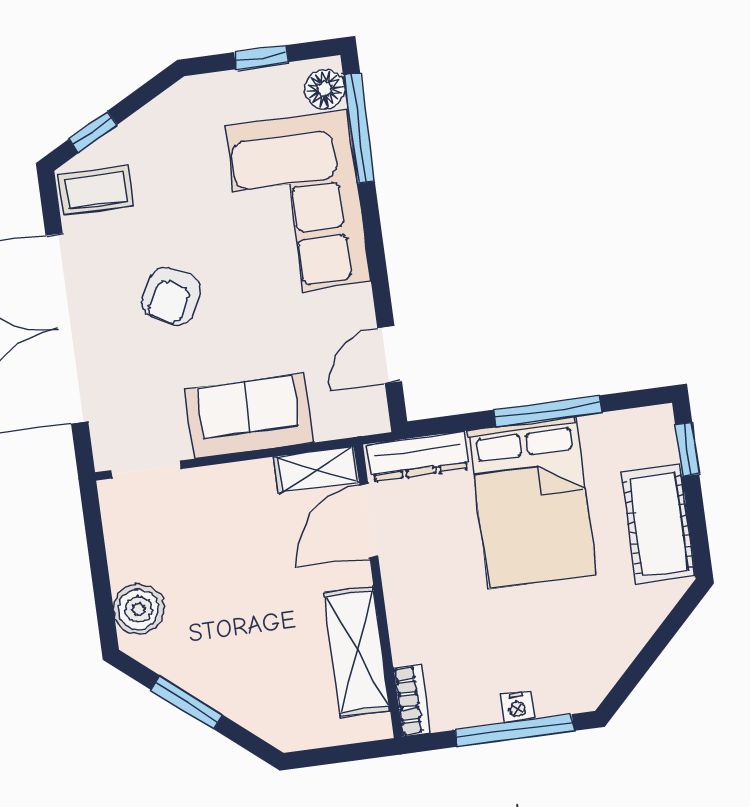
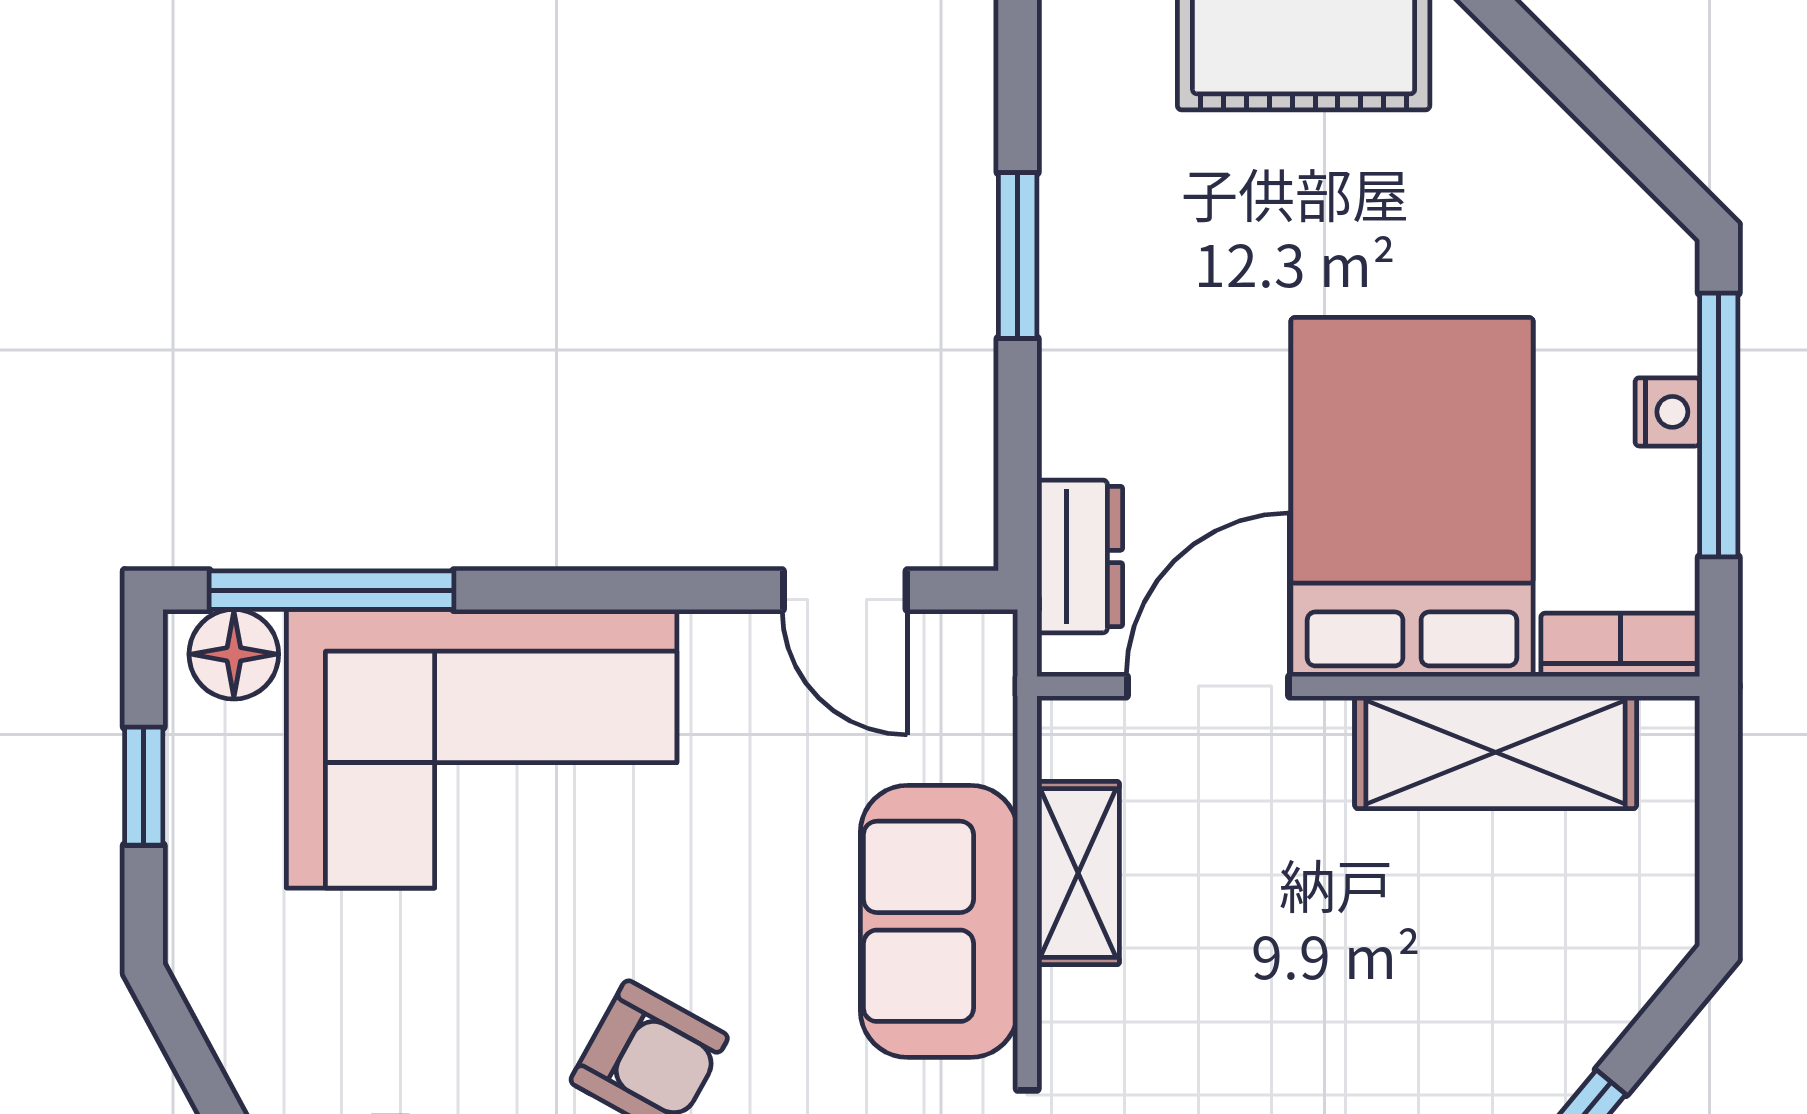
window: (548, 411) -> (1018, 255), width x0.69
dresser: (418, 456) -> (1080, 556), width x0.70
shelving: (316, 469) -> (1078, 873), moved
bed: (532, 502) -> (1412, 497), moved, turned -90
door: (369, 521) -> (1208, 686), swing flipped

